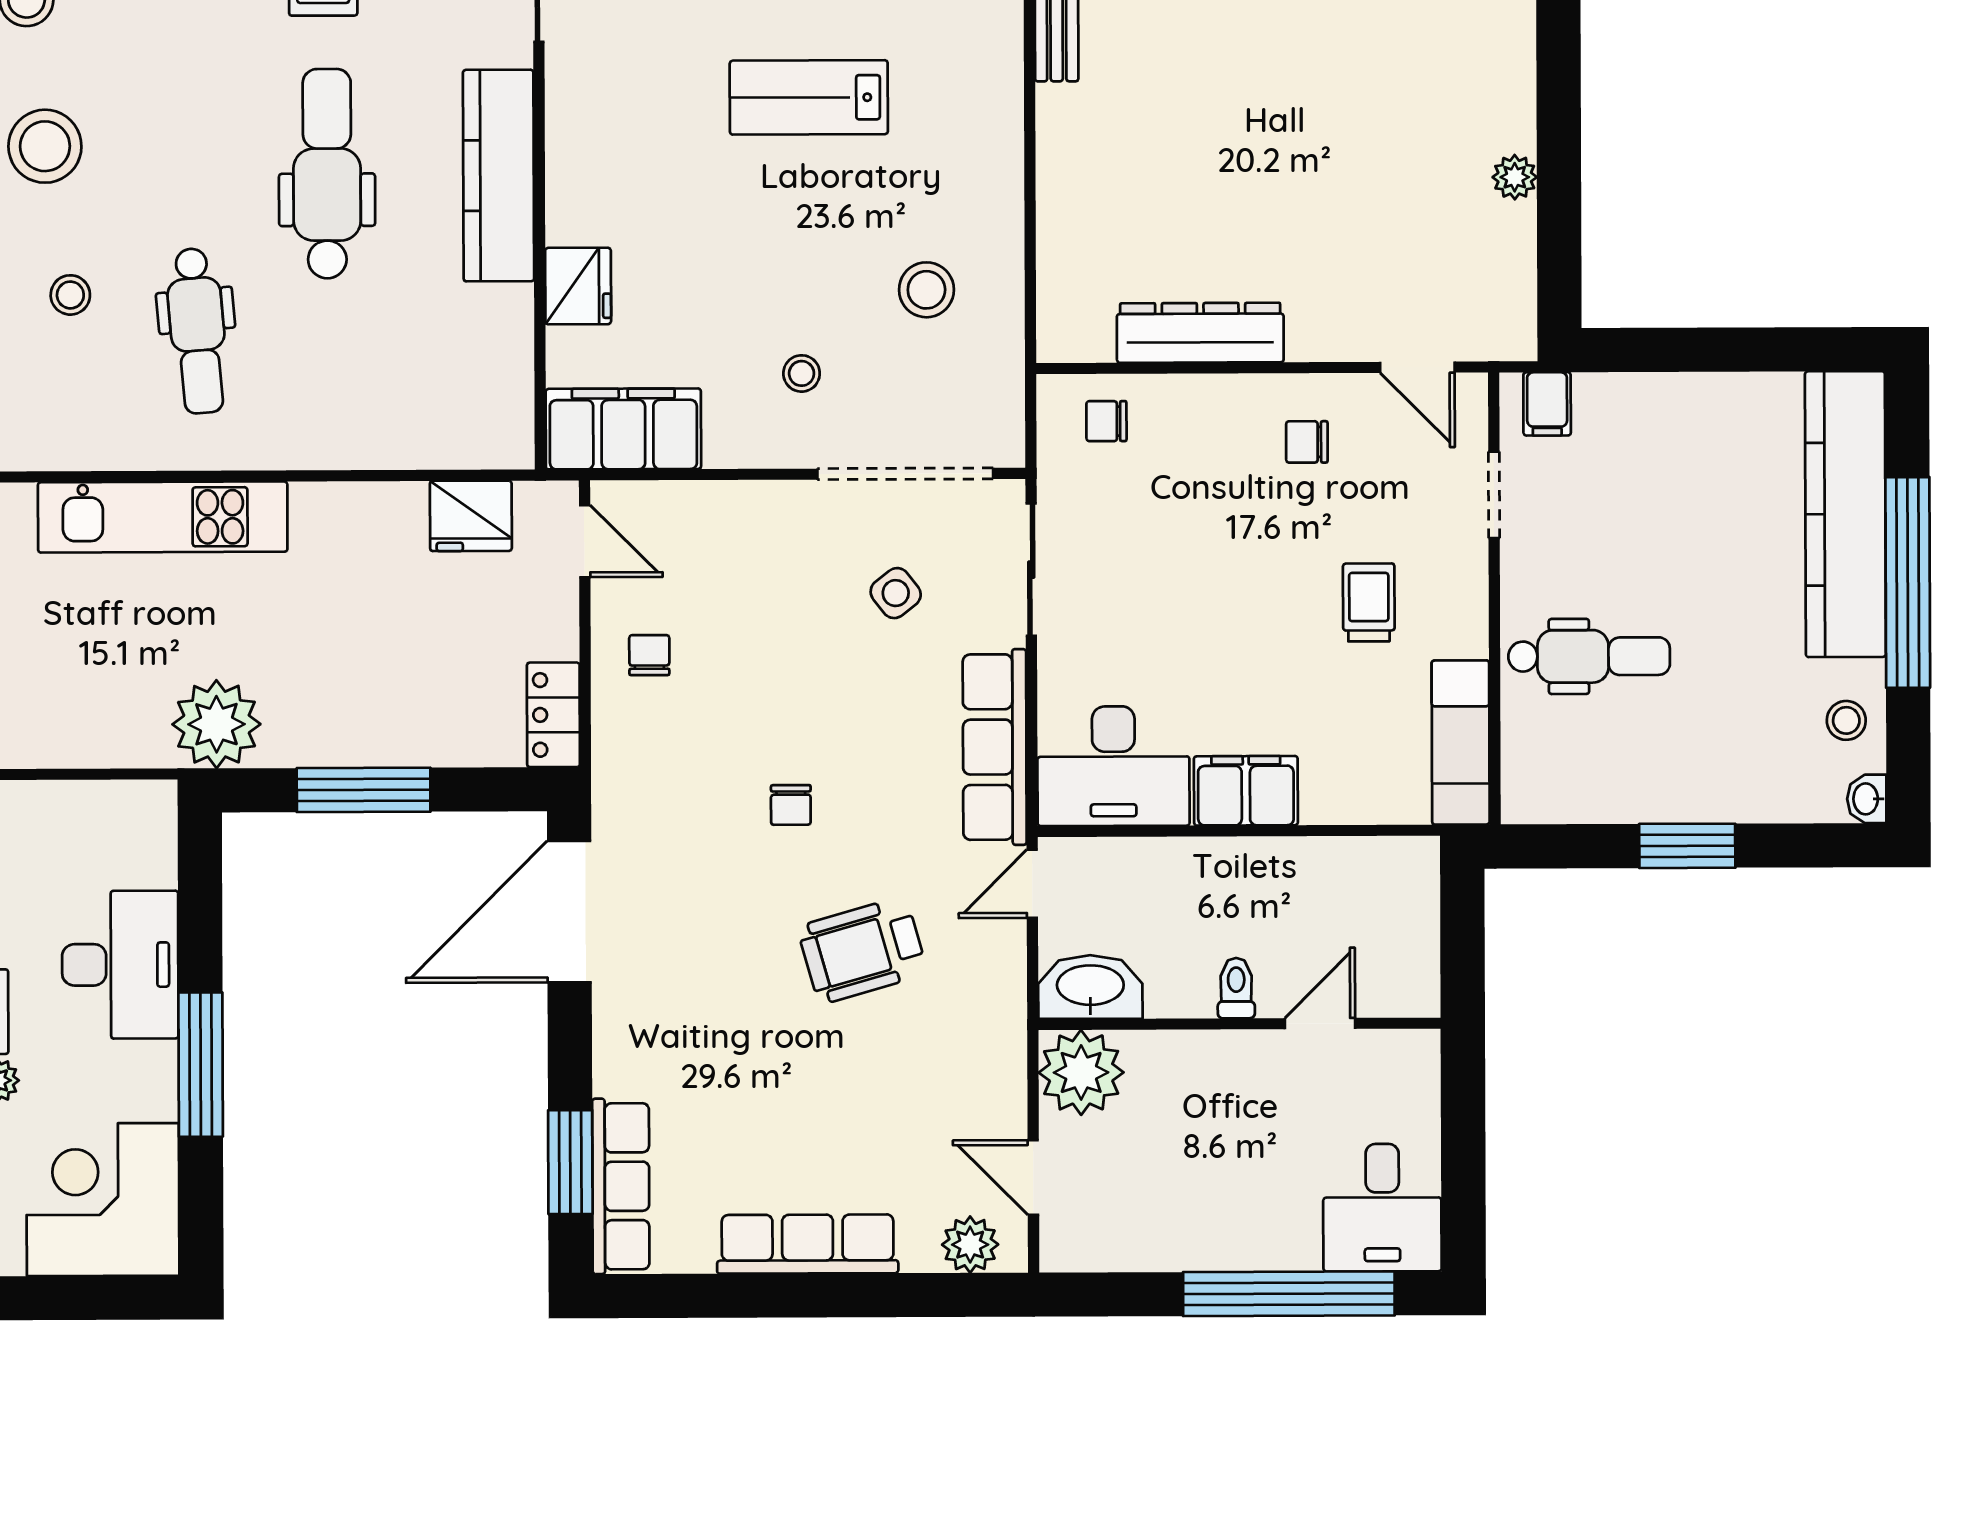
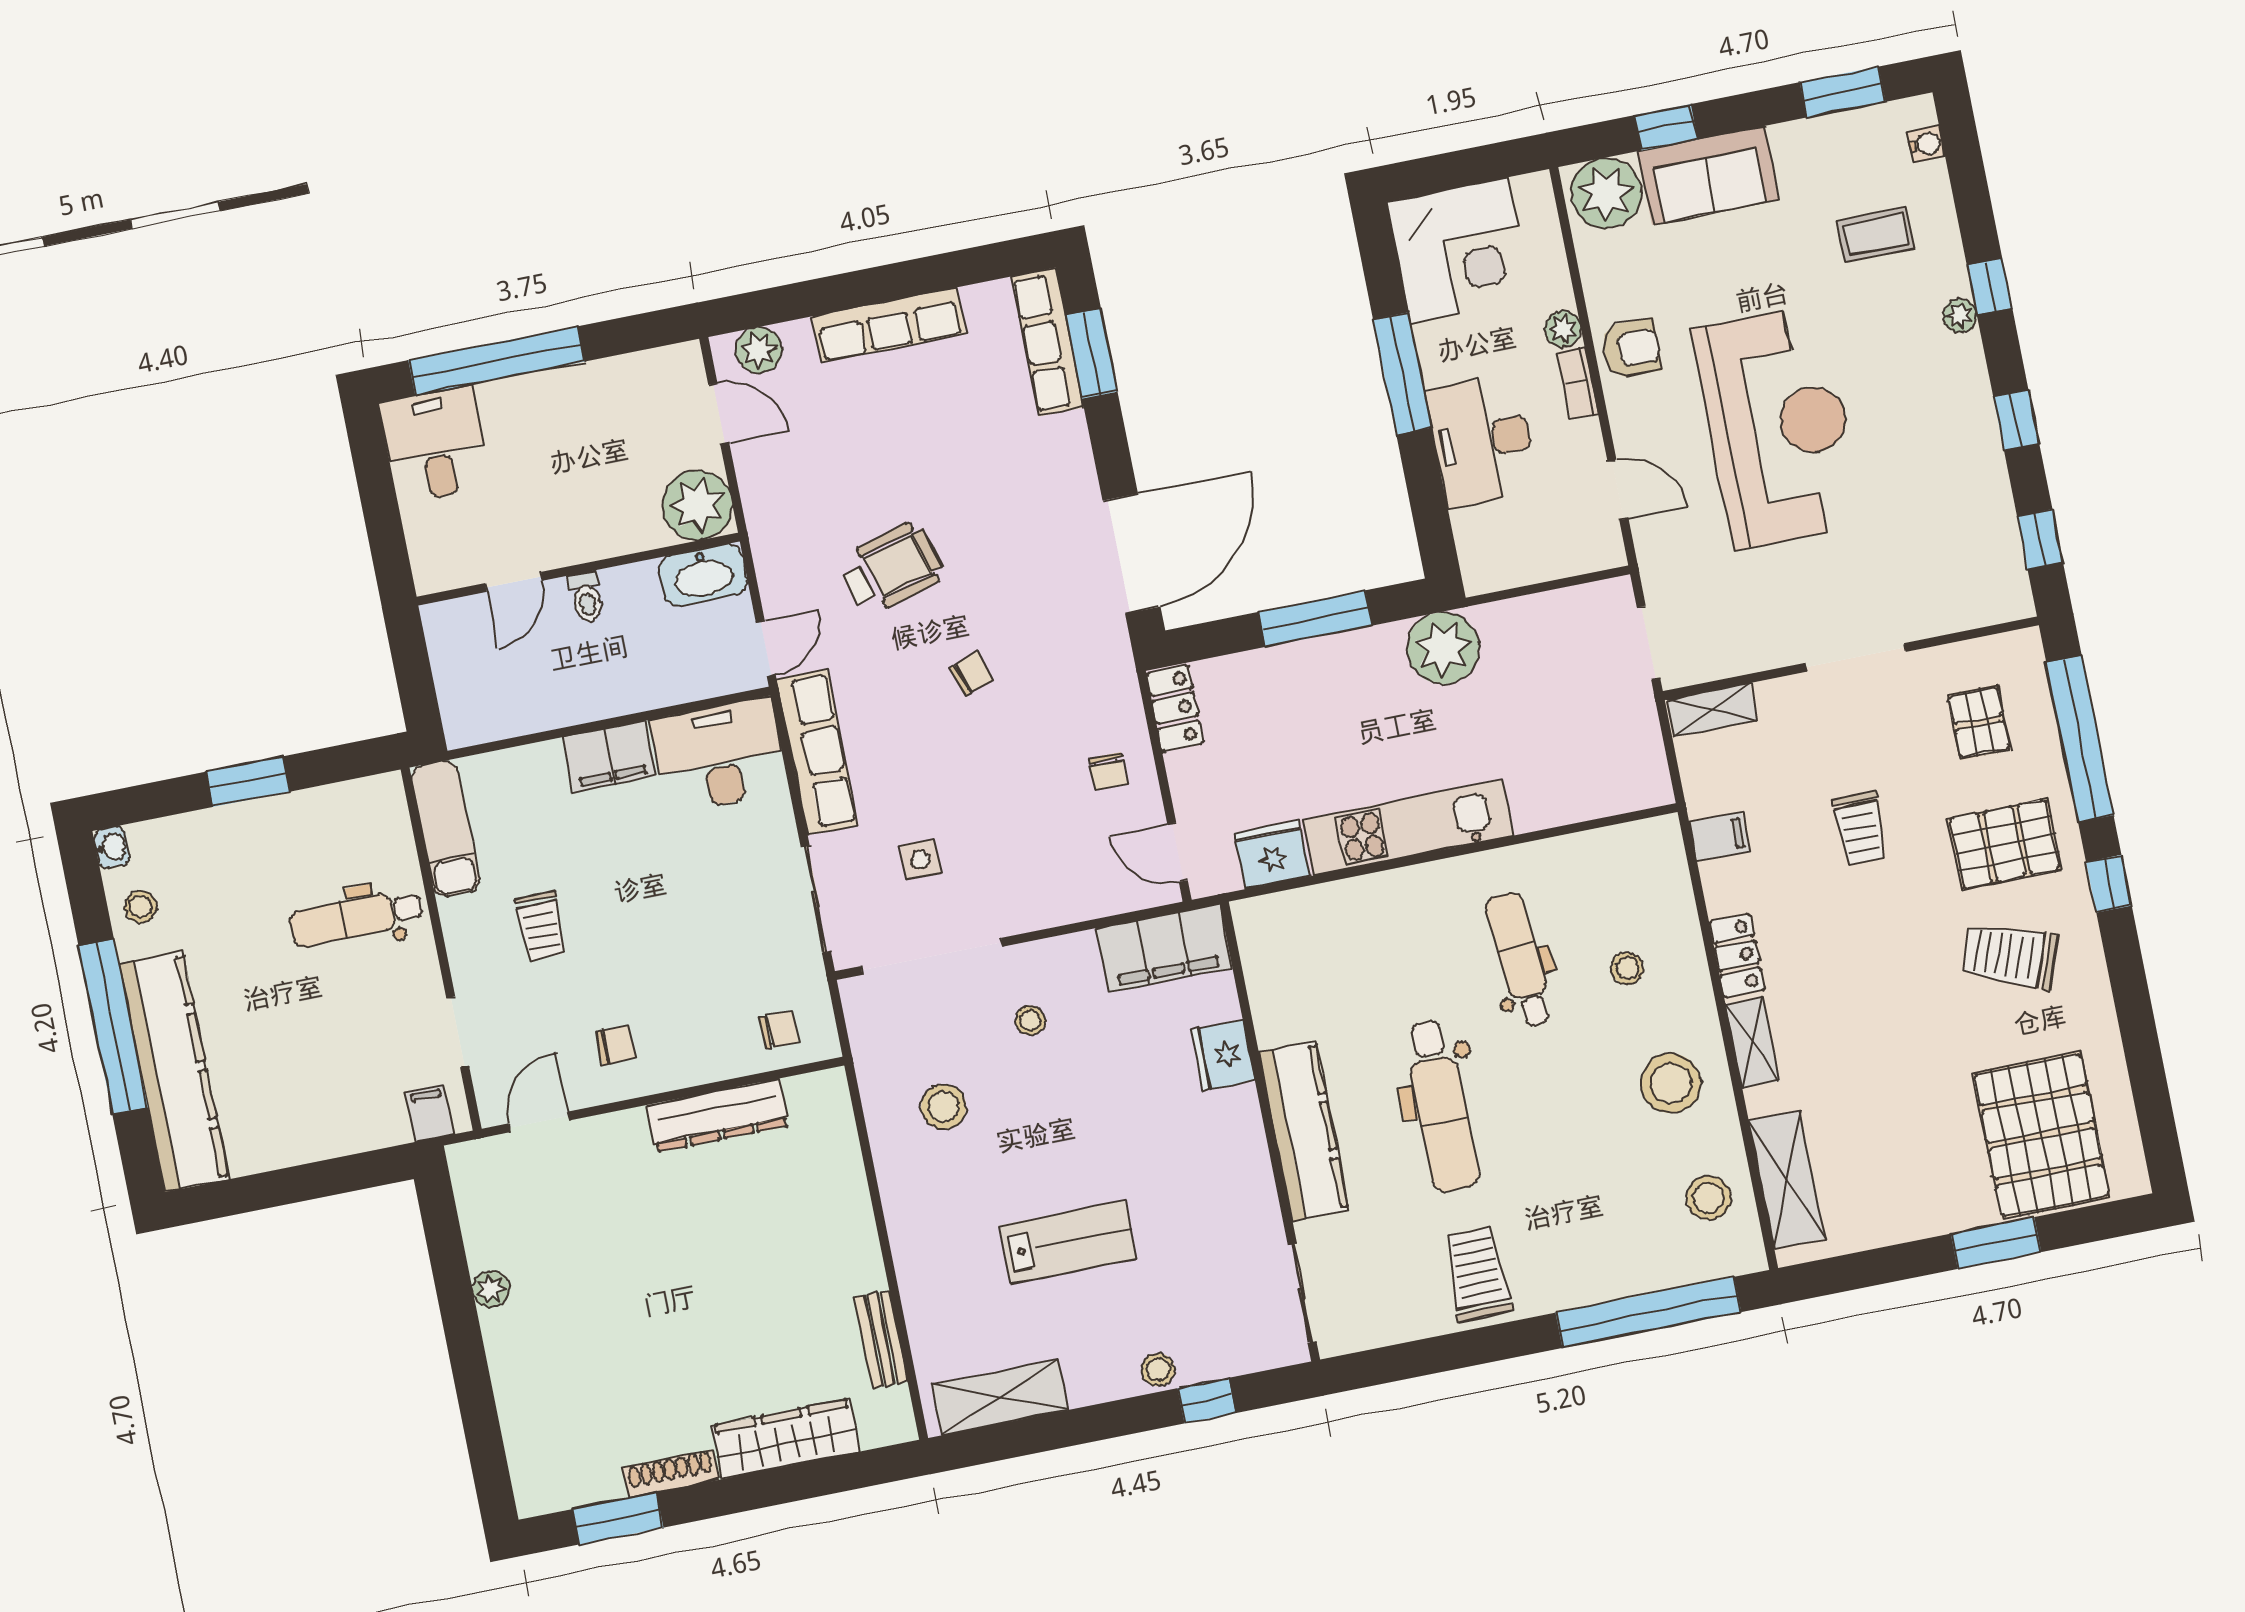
door: (1417, 367) -> (539, 1122), hinge flipped
kitchen unit: (163, 517) -> (1408, 827), moved
side table: (896, 593) -> (921, 859), turned 38
chair: (791, 805) -> (971, 674), turned 71

